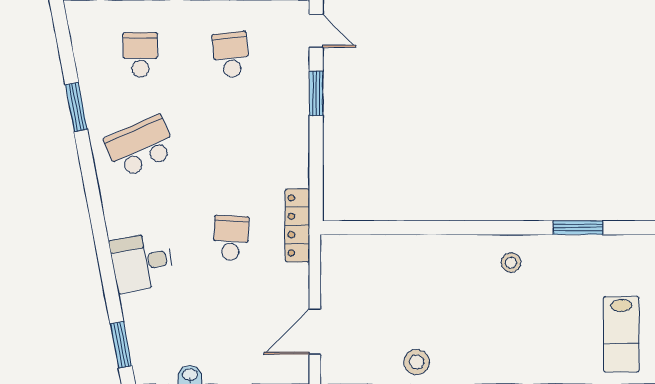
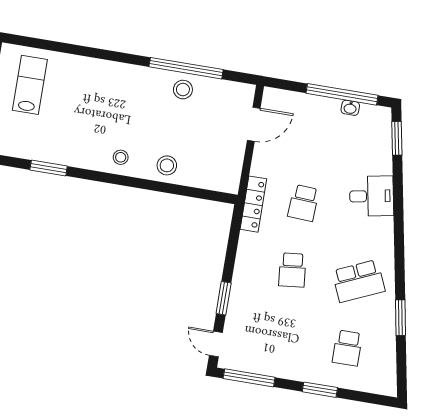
school desk: (231, 55) -> (292, 270), moved
stool: (421, 258) -> (167, 165), added
stool: (511, 263) -> (121, 157), moved

